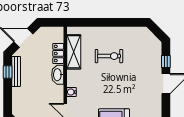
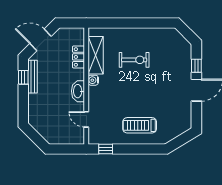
washbasin: (58, 75) -> (78, 91), moved
water cooler: (72, 92) -> (93, 80), moved

